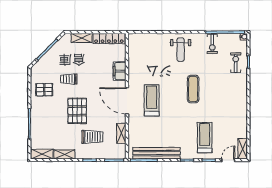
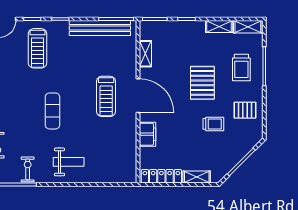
weight bench: (181, 50) -> (69, 162), turned 90
trolley: (92, 137) -> (241, 68), moved, turned -90

